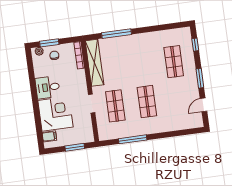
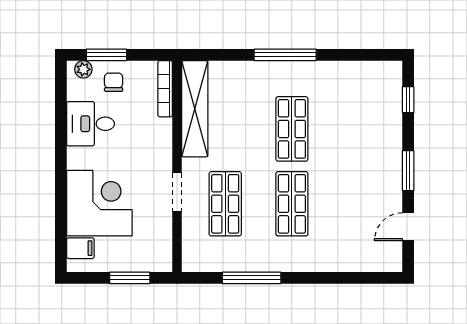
window: (116, 34) -> (285, 55), moved
shop shelf: (174, 62) -> (292, 129), moved
desk: (48, 87) -> (90, 124), moved

